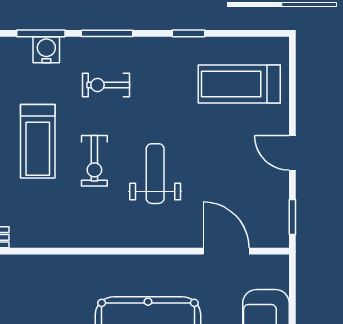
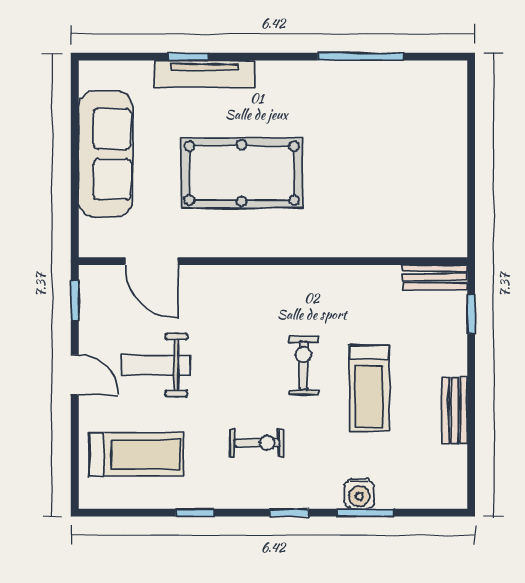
window: (107, 33) -> (289, 513), width x0.67
exercise bike: (106, 85) -> (257, 443), moved
treadmill: (38, 141) -> (369, 388), turned 180
weight bench: (155, 174) -> (156, 365), moved, turned 90

